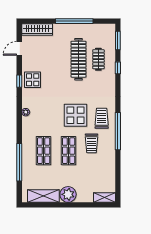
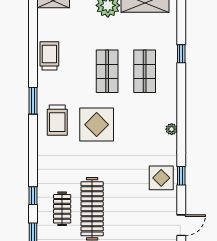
window: (118, 131) -> (33, 101), width x0.47
trolley: (91, 143) -> (49, 56), moved
window: (19, 162) -> (181, 54), width x0.32

